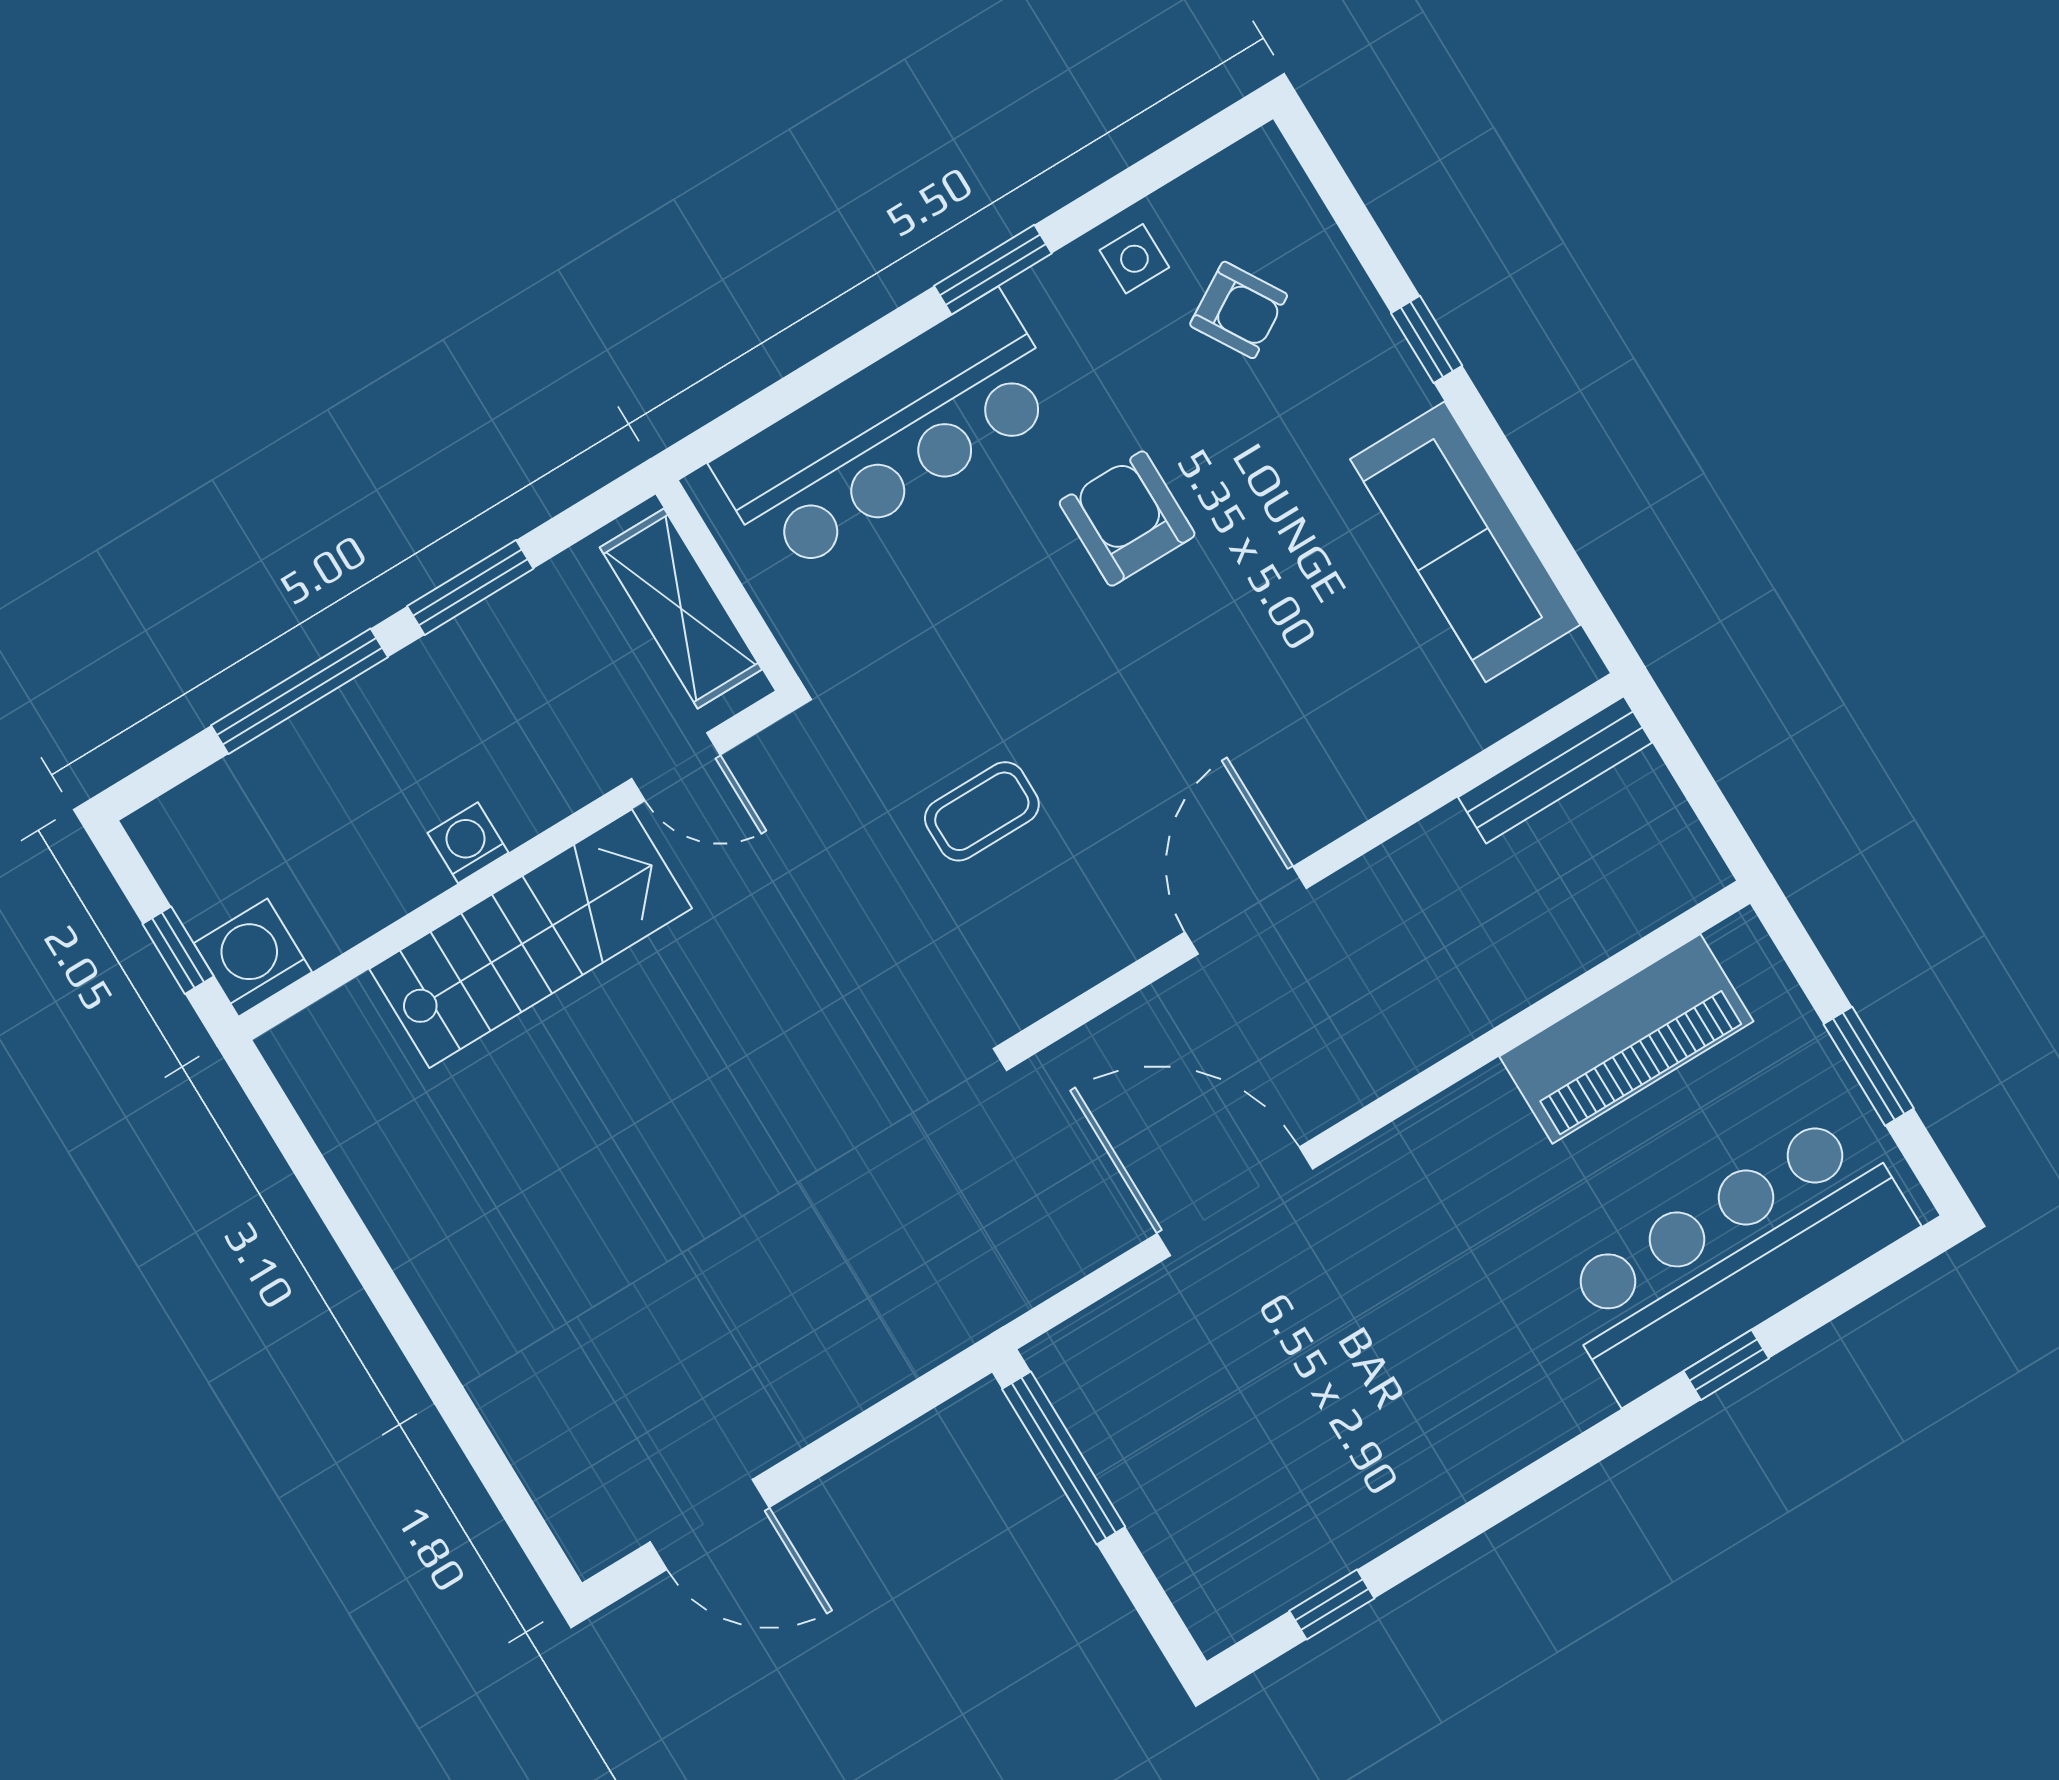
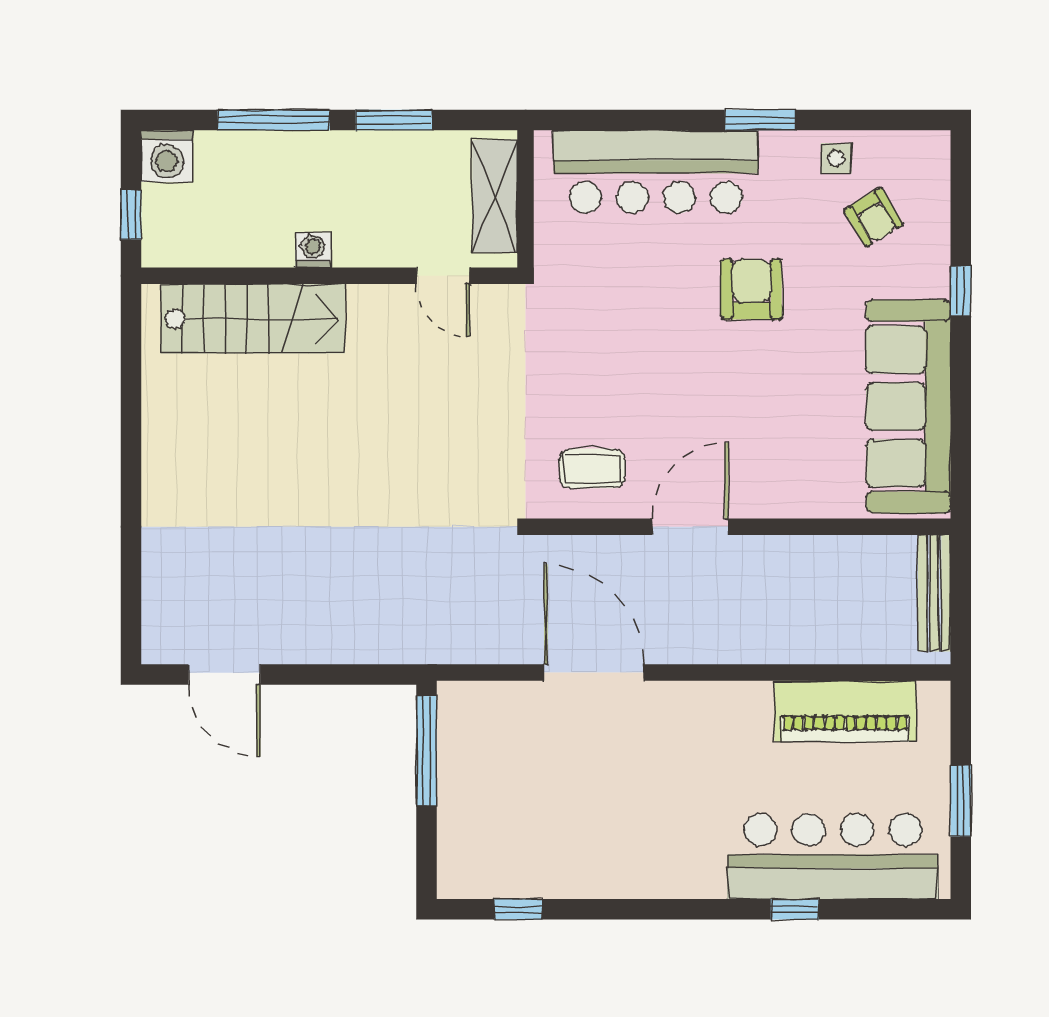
sofa: (1465, 542) -> (908, 407), width x1.36, depth x1.27
bench: (1555, 770) -> (934, 593), moved, turned 90
coffee table: (982, 811) -> (592, 468), moved
stairs: (531, 939) -> (253, 319), moved
washing machine: (253, 958) -> (167, 156), moved, turned 180

